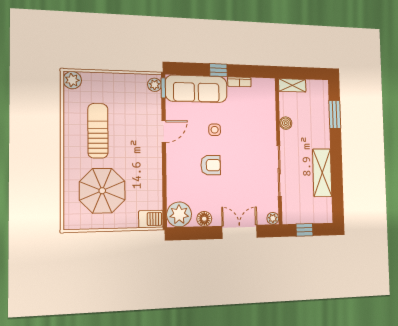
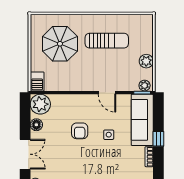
plant: (72, 80) -> (146, 61), moved

